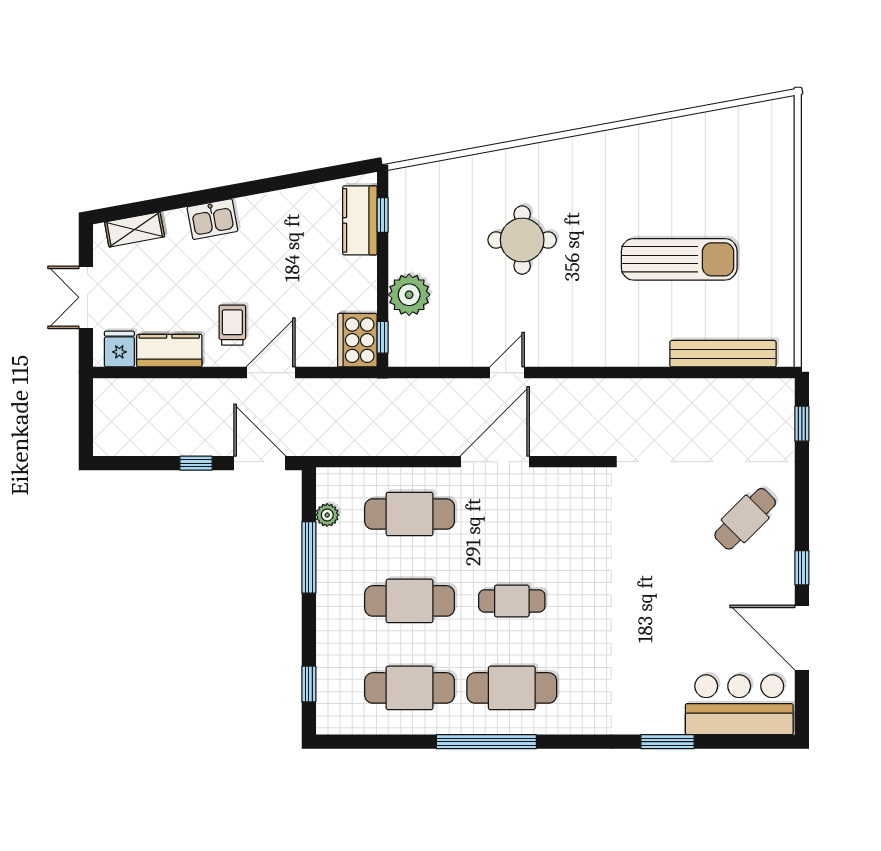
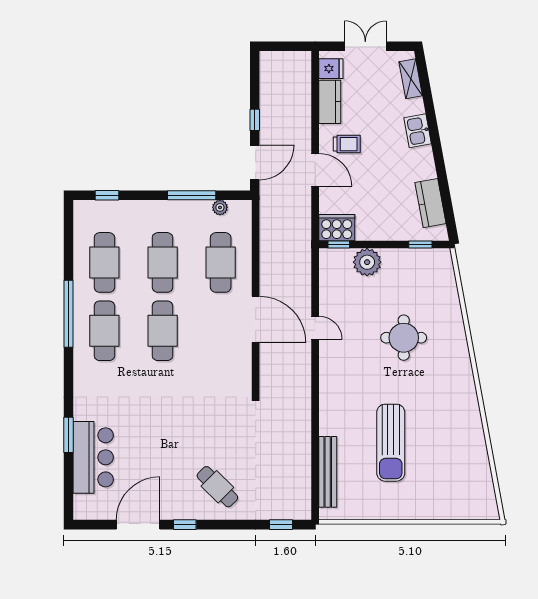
kitchen counter: (360, 220) -> (431, 203), moved, turned -100
cafe table: (512, 601) -> (163, 331), width x1.37, depth x1.35
bar counter: (739, 705) -> (93, 457), moved

